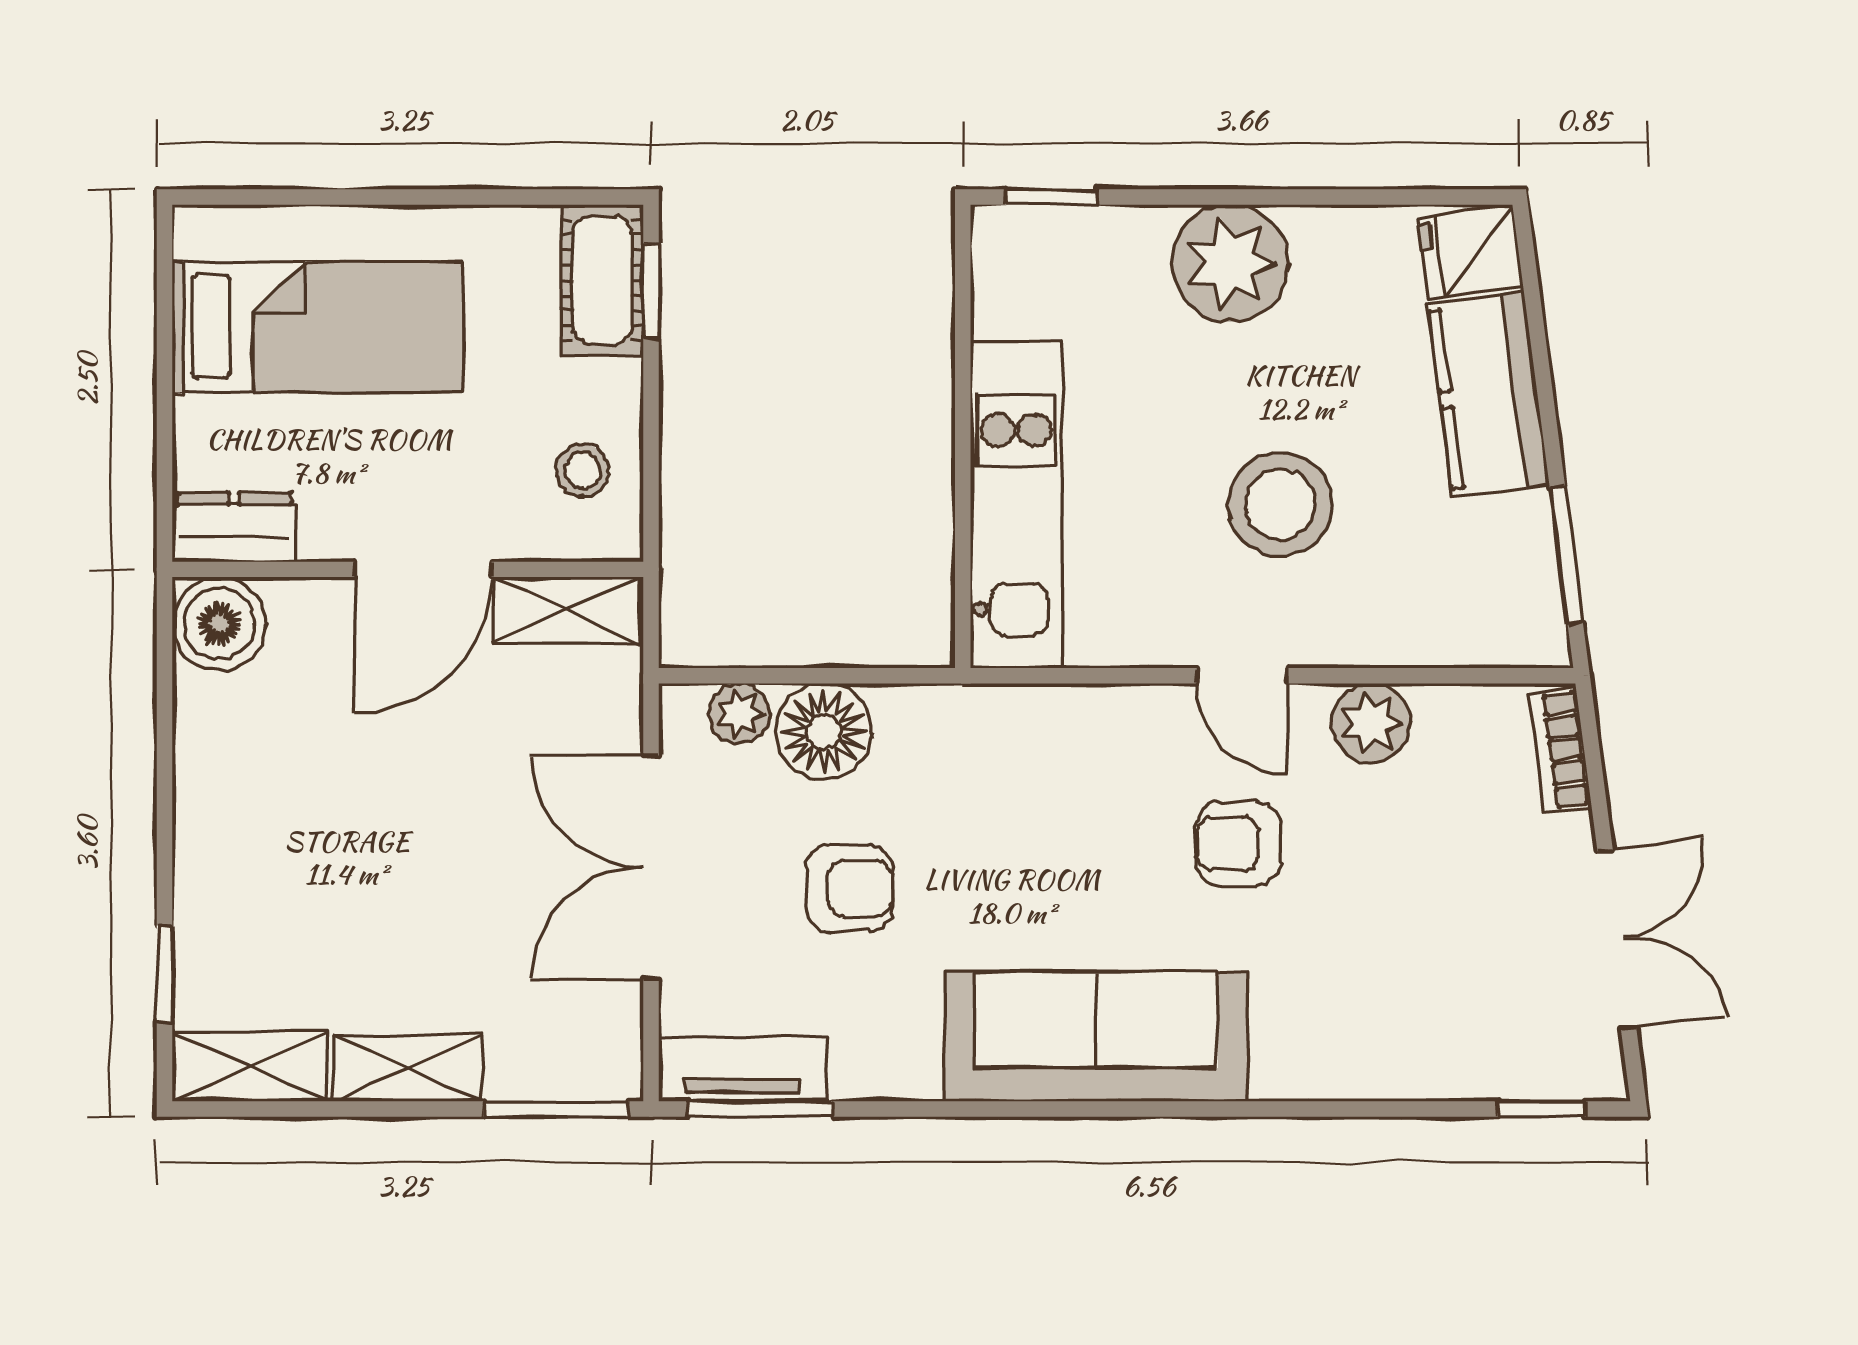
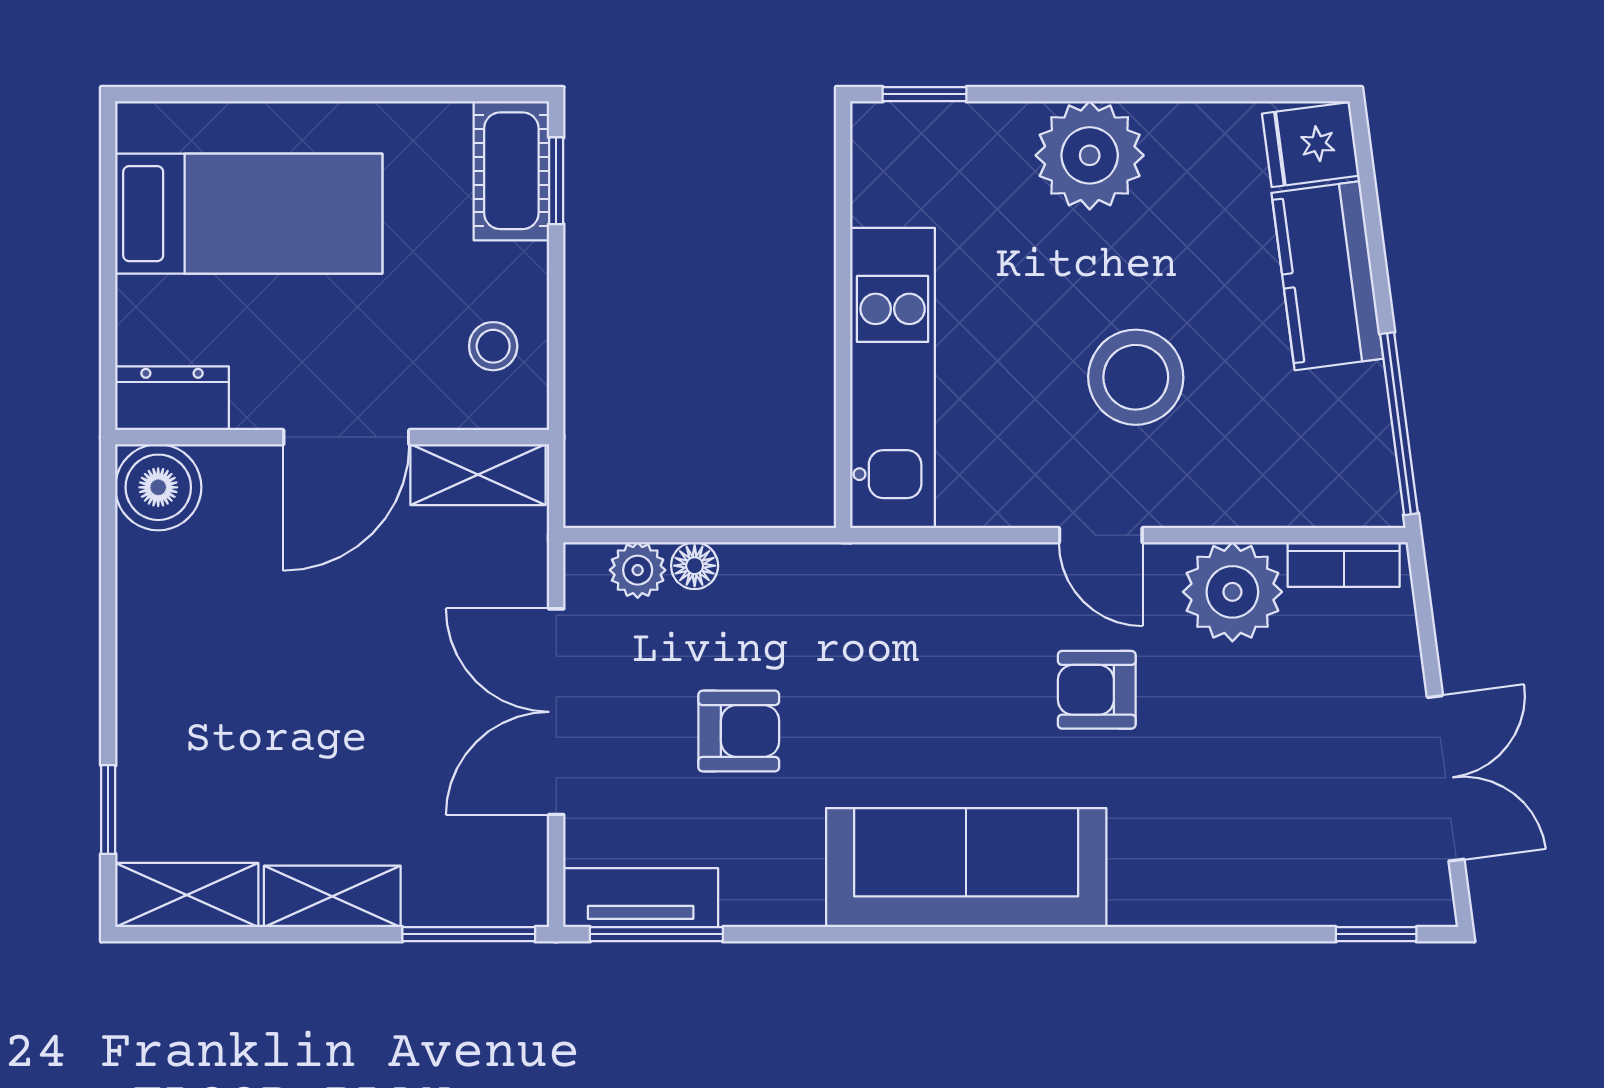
window: (1566, 555) -> (1399, 424), width x1.44
plant: (1371, 723) -> (1232, 592), width x1.36, depth x1.36
floor lamp: (824, 731) -> (695, 566), width x0.53, depth x0.53
bookcase: (1560, 750) -> (1344, 565), moved, turned -83

